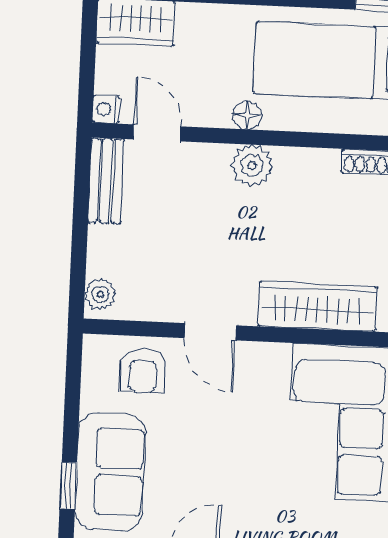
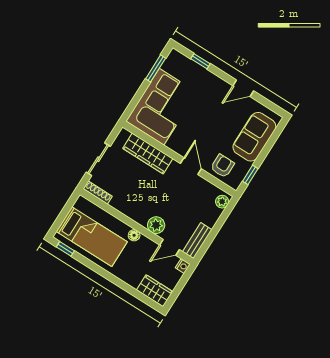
door: (157, 133) -> (170, 247), hinge flipped
plant: (252, 166) -> (156, 225), moved
window: (68, 486) -> (250, 175), moved

